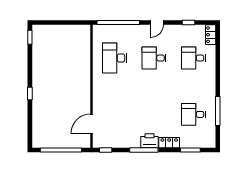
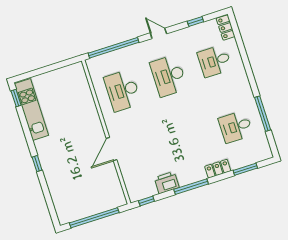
door: (157, 22) -> (158, 33), swing flipped
kitchen unit: (39, 50) -> (31, 110), added
desk: (154, 58) -> (169, 76), width x1.37
door: (91, 124) -> (112, 149), moved
printer: (150, 141) -> (167, 183), moved

